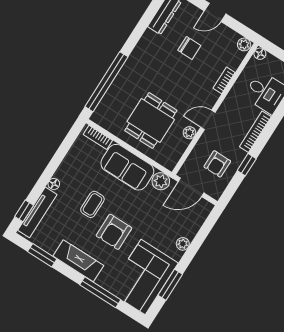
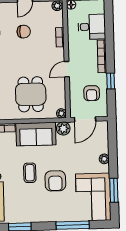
plant: (189, 133) -> (61, 113), moved
fireplace: (78, 261) -> (45, 215), removed

